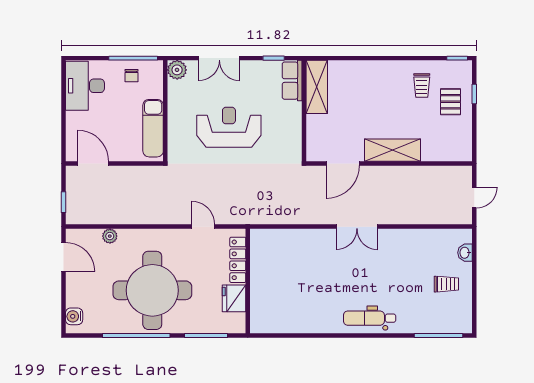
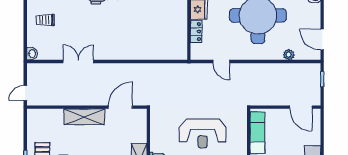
door: (474, 198) -> (25, 93), moved
double door: (357, 227) -> (78, 62), moved
washbasin: (465, 253) -> (32, 54), moved
locker: (238, 260) -> (196, 32), width x0.66

